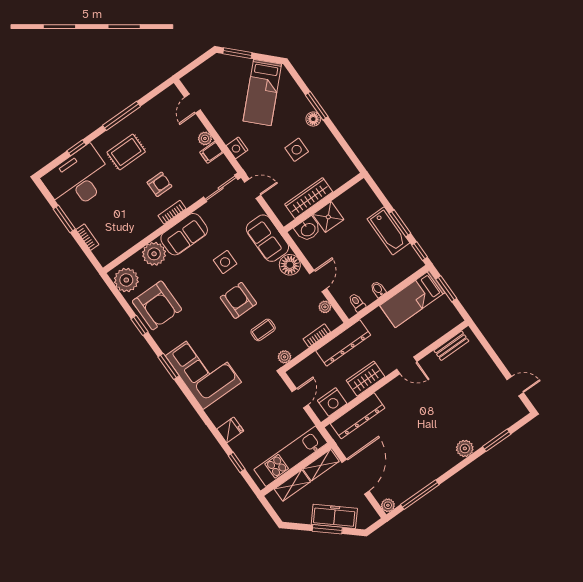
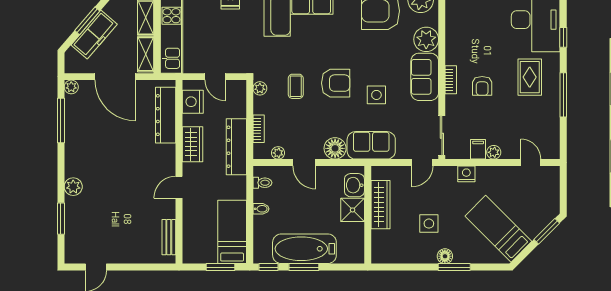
bathtub: (388, 231) -> (304, 249), width x1.36, depth x1.36

